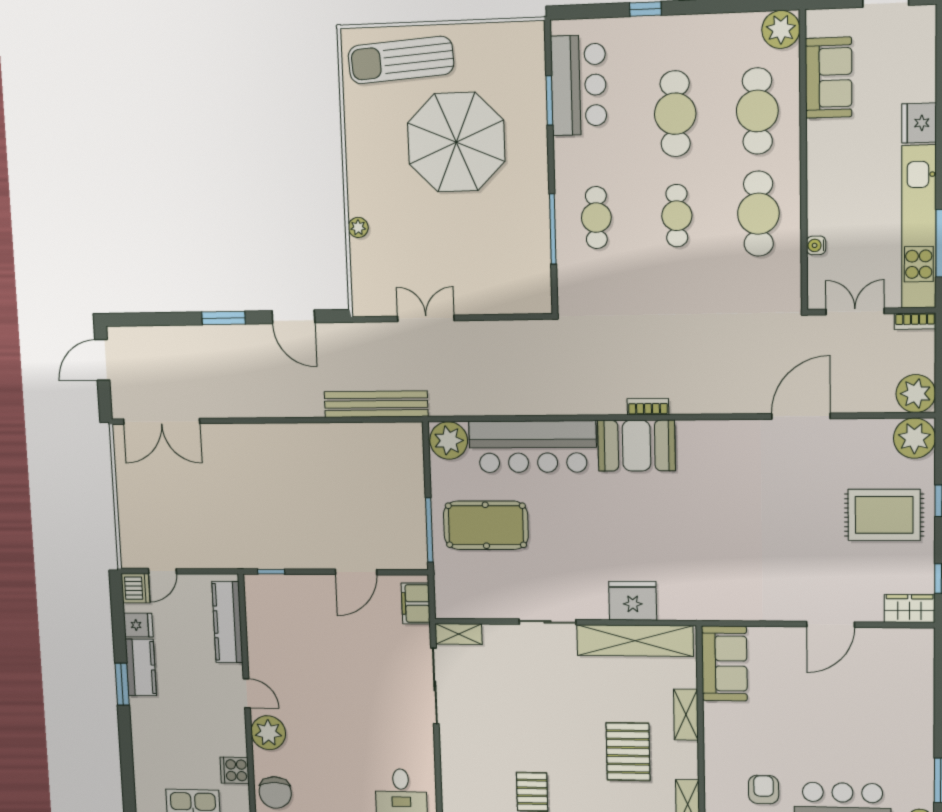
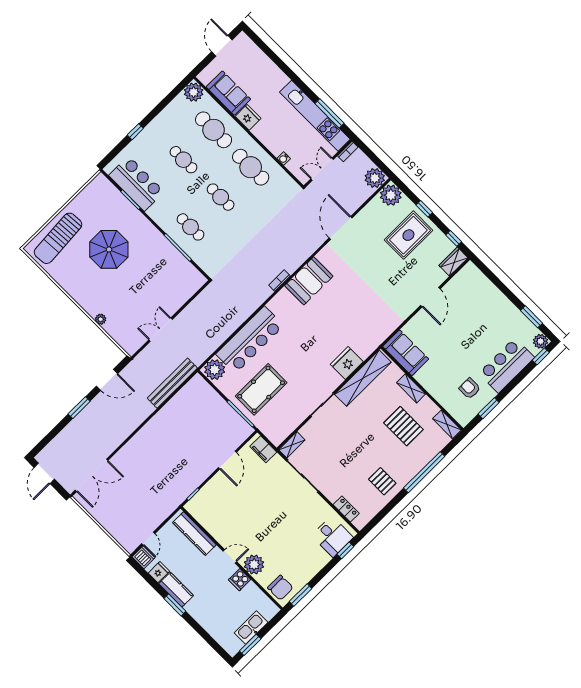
cafe table: (675, 114) -> (183, 160), width x0.73, depth x0.74
fridge: (919, 123) -> (248, 117), moved, turned 180
parasol: (456, 142) -> (109, 249), width x0.73, depth x0.73
booth: (636, 446) -> (309, 281), moved
cooker: (235, 770) -> (240, 580), moved
locker: (452, 780) -> (346, 509), added

